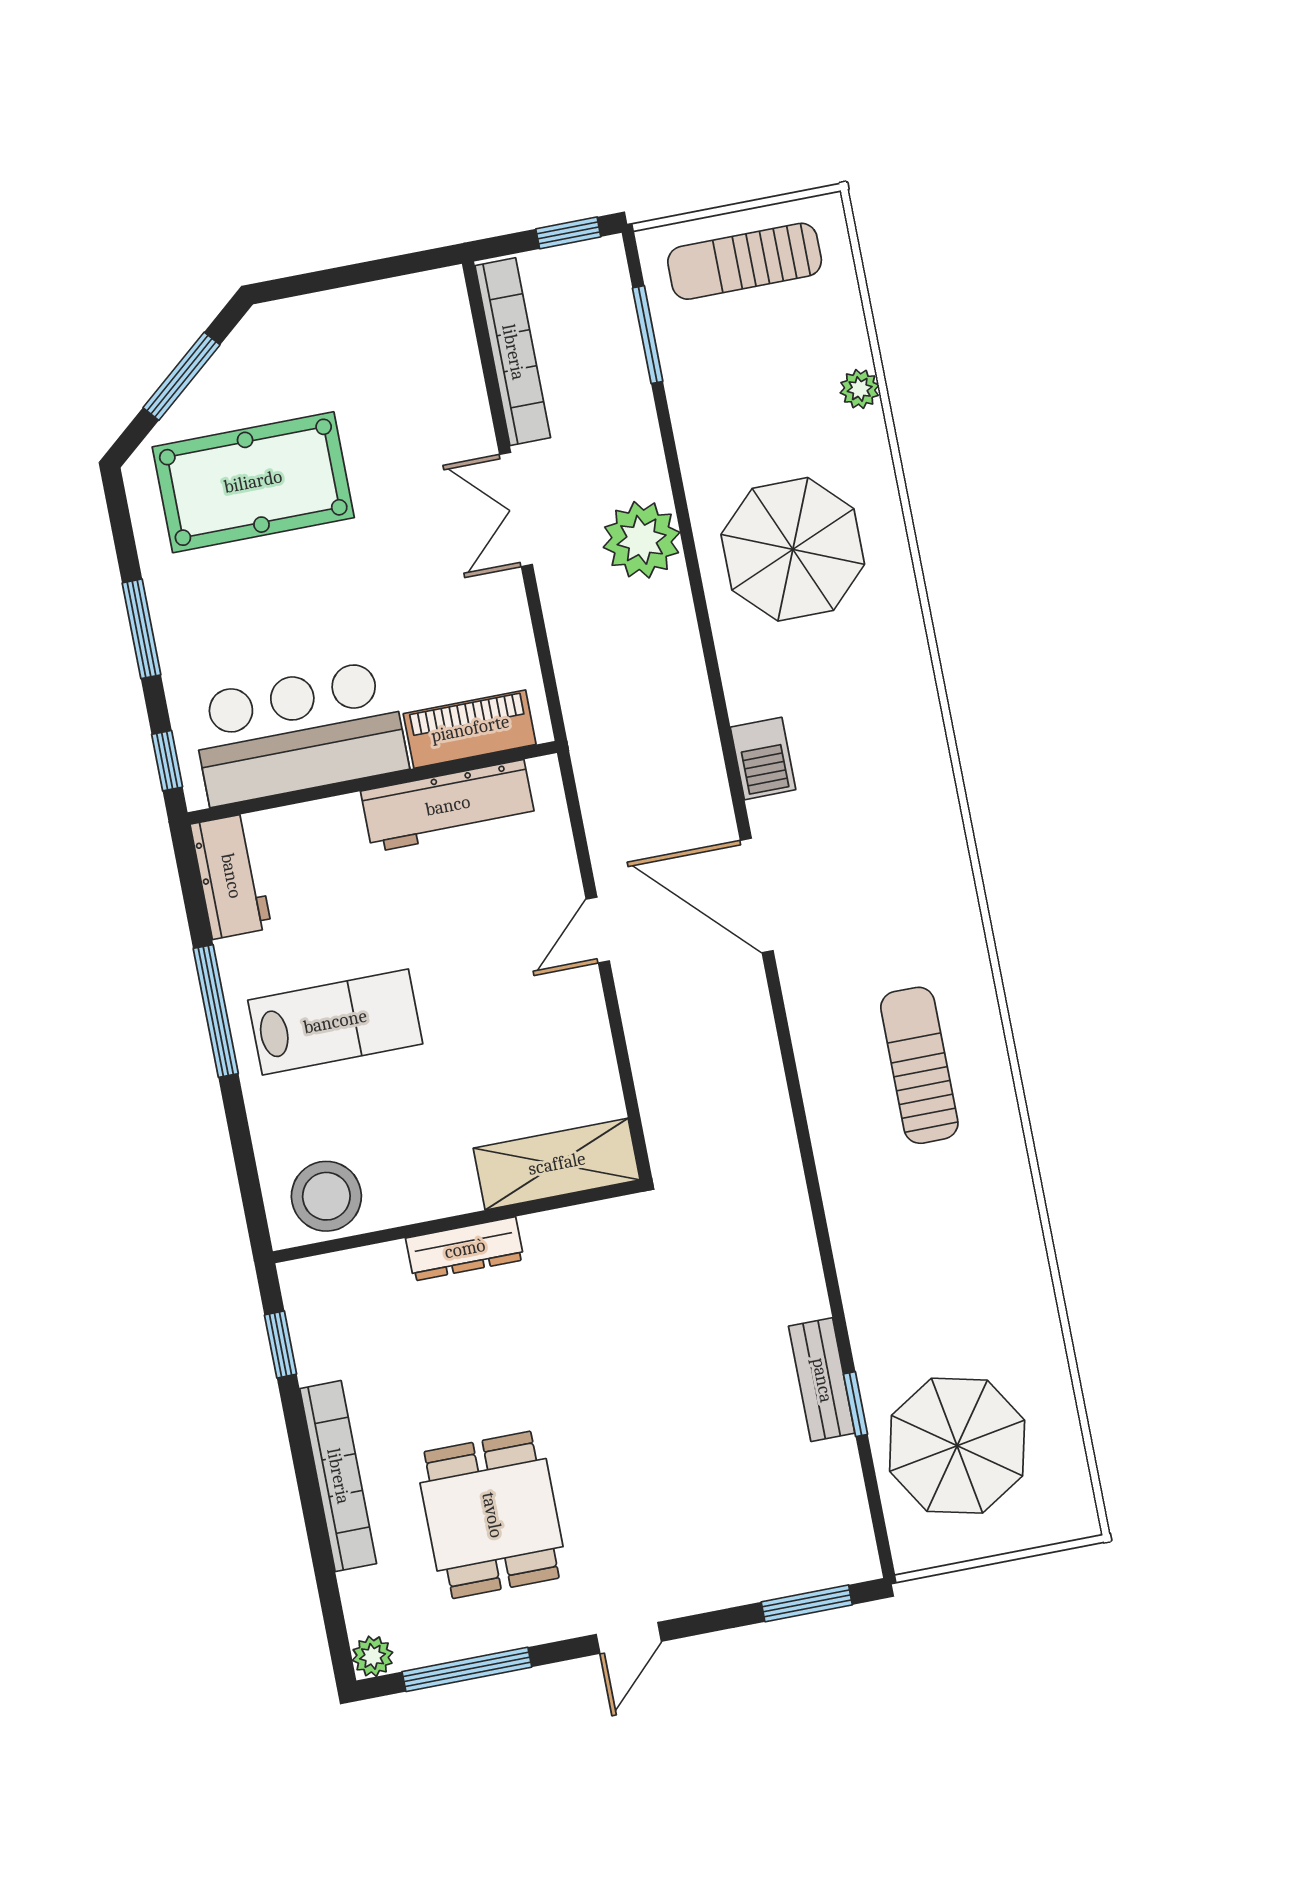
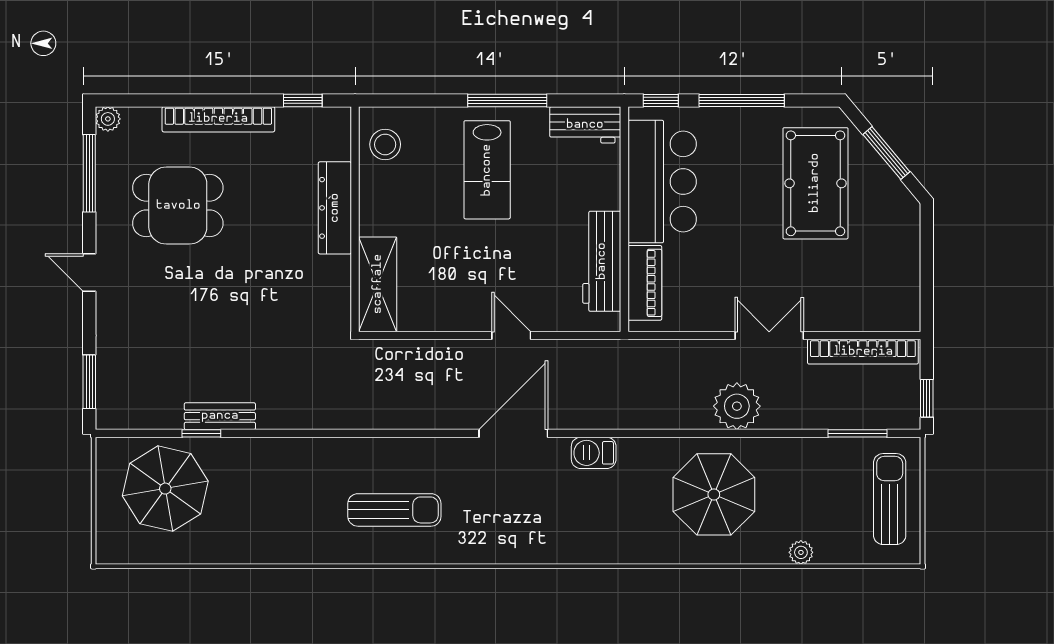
window: (141, 629) -> (742, 100), width x1.44
stool: (326, 1196) -> (385, 144), width x0.73, depth x0.73
dresser: (465, 1249) -> (335, 208), width x1.37, depth x1.24

